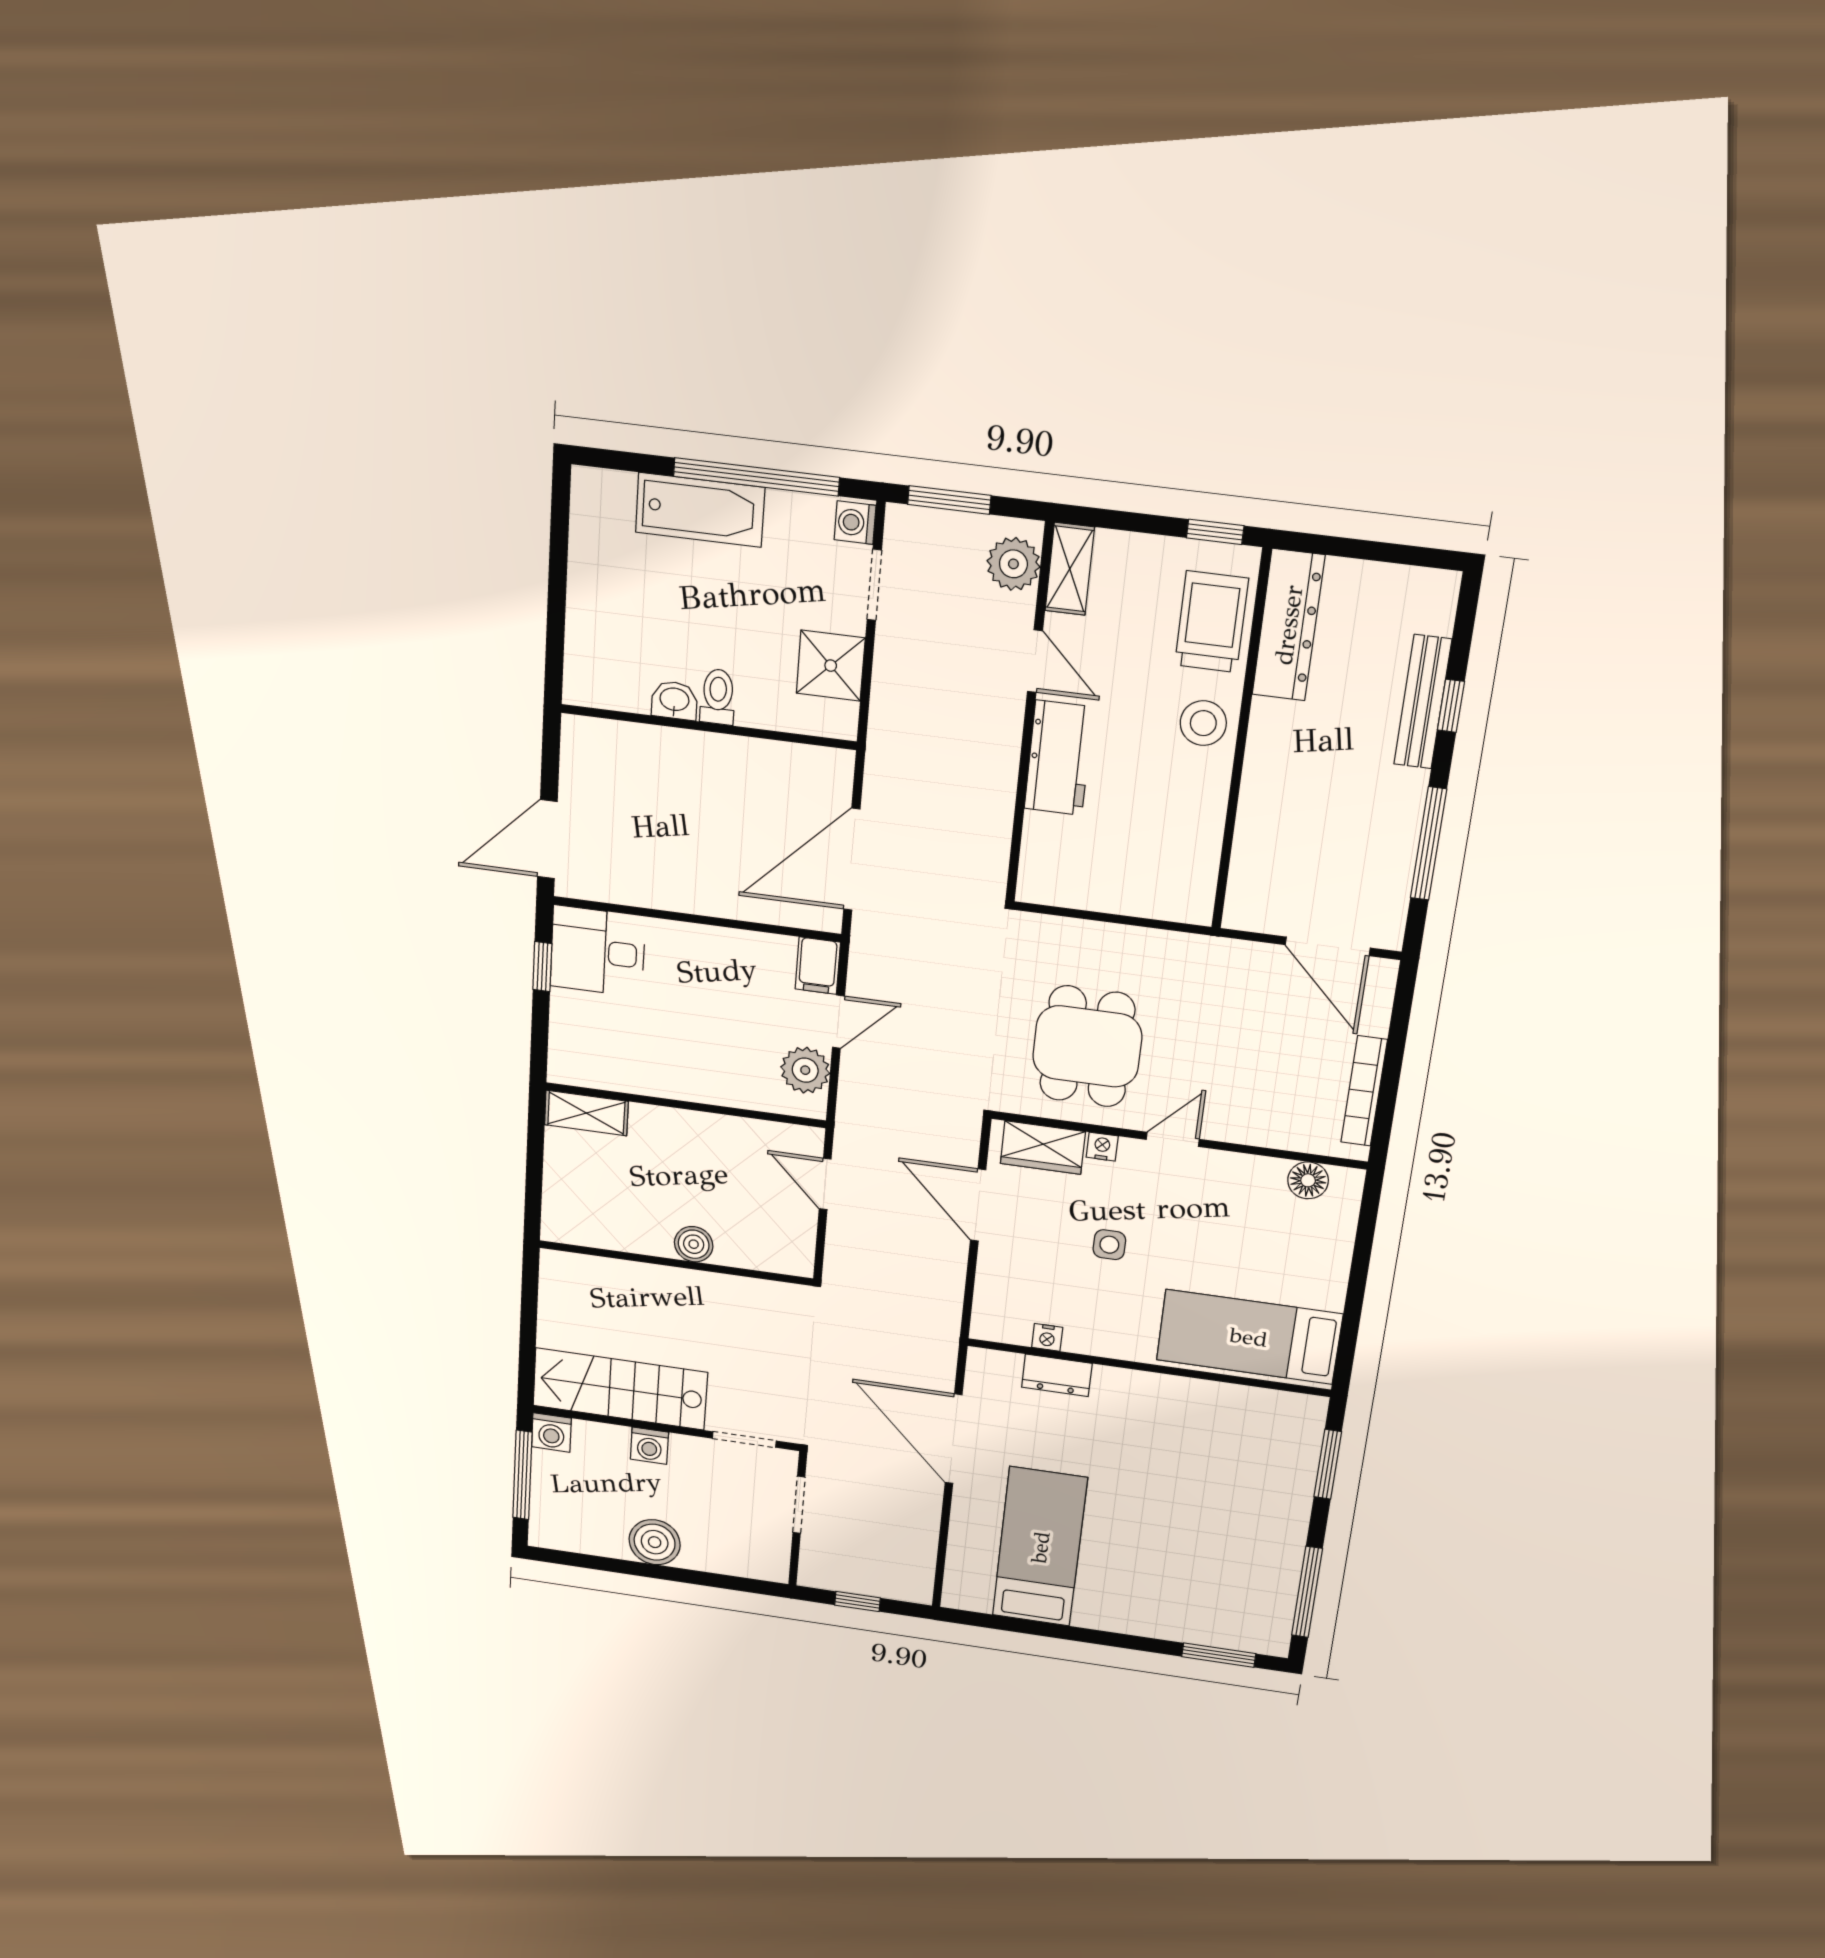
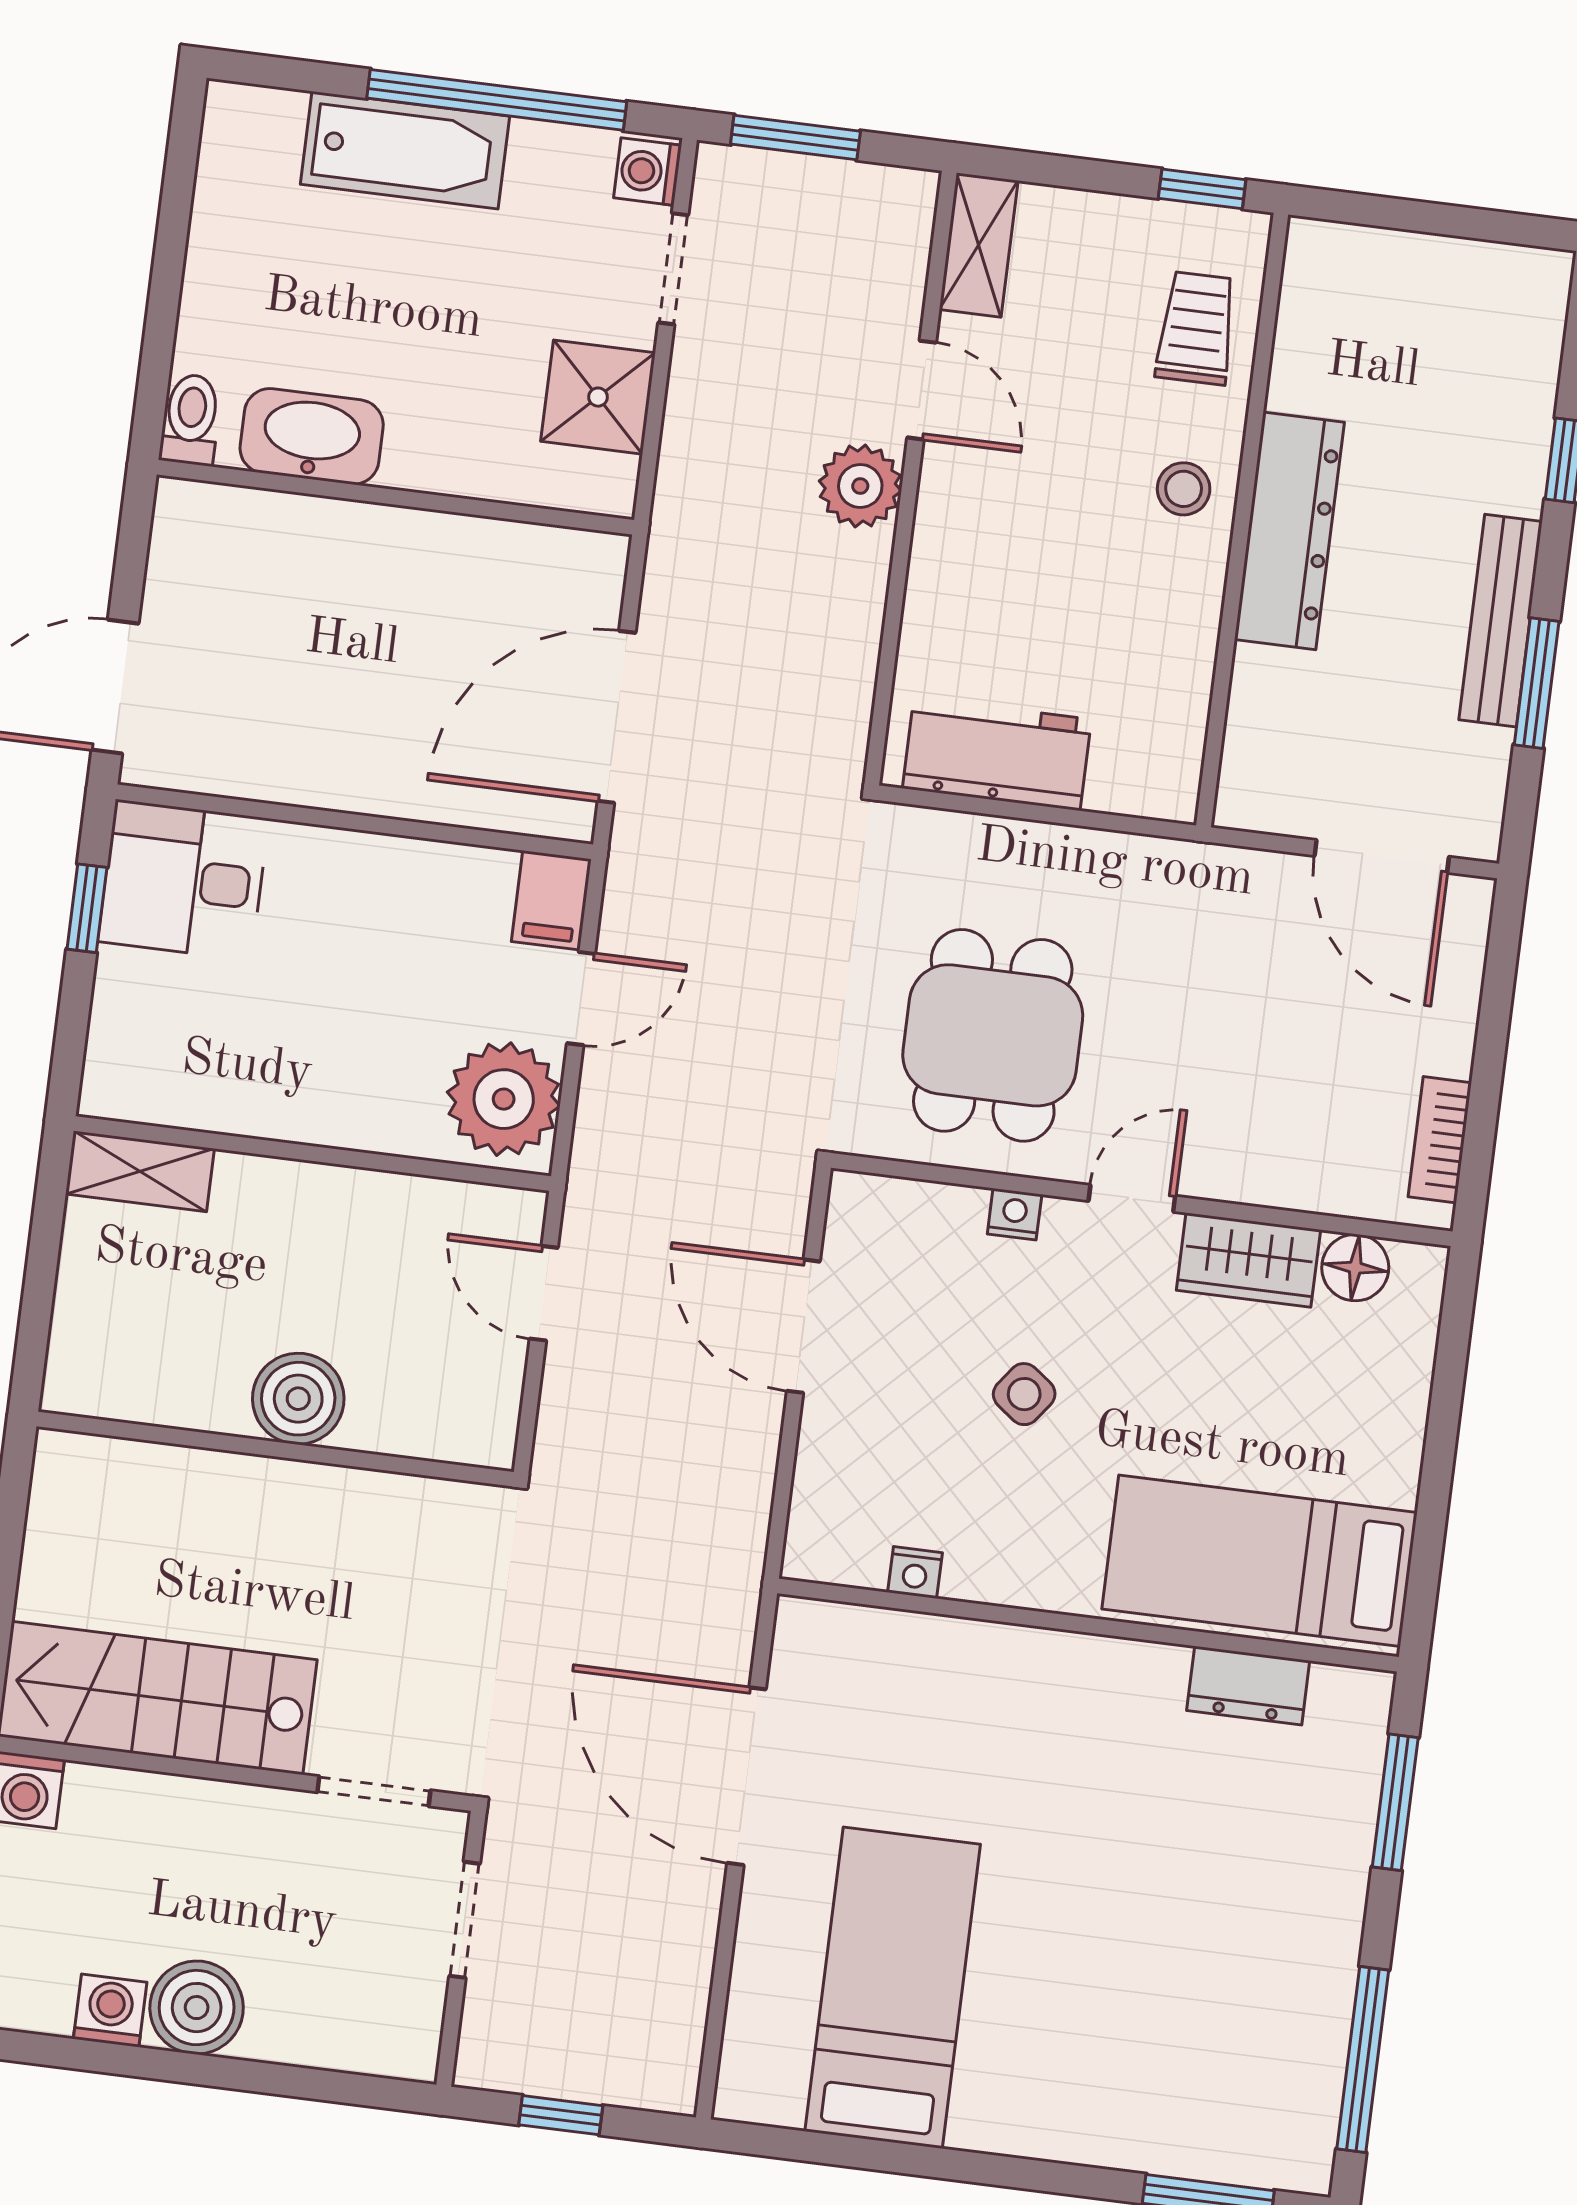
plant: (1013, 564) -> (860, 486), moved
trolley: (1211, 622) -> (1196, 328), width x0.73, depth x0.72
dresser: (1288, 625) -> (1289, 531), moved
toilet: (718, 697) -> (191, 419), moved
washbasin: (674, 700) -> (312, 436), width x1.91, depth x1.45
bench: (1423, 702) -> (1501, 621), moved
stool: (1203, 723) -> (1184, 489), width x0.73, depth x0.73
workbench: (1059, 758) -> (997, 754), moved, turned -90
window: (1429, 844) -> (1537, 683), width x0.69
plant: (805, 1070) -> (504, 1099), width x1.36, depth x1.36
bookcase: (1364, 1091) -> (1440, 1140), width x0.64
wardrobe: (1043, 1148) -> (1248, 1260), moved
boiler: (694, 1244) -> (298, 1399), width x1.36, depth x1.36
side table: (1109, 1245) -> (1024, 1394), turned 37
dresser: (1057, 1375) -> (1248, 1685), moved
washing machine: (649, 1446) -> (110, 2011), moved, turned 180

